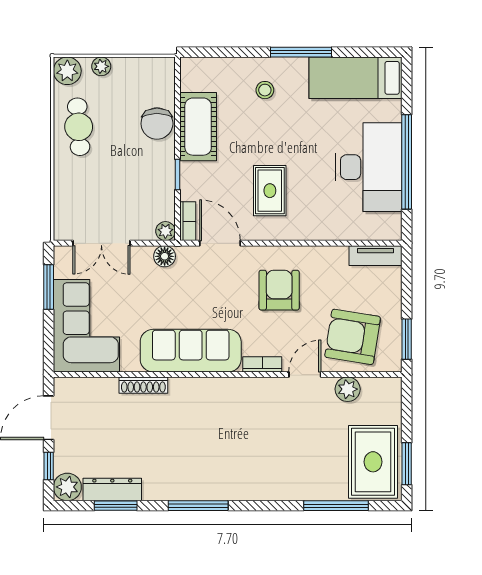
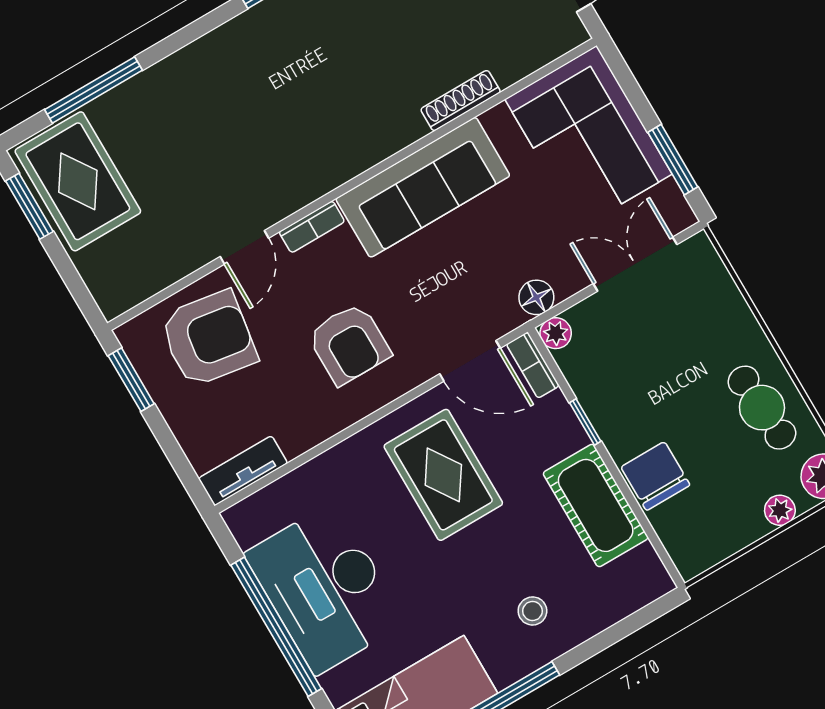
rug: (270, 191) -> (443, 475), width x1.36, depth x1.43
plant: (348, 389) -> (173, 262), removed

